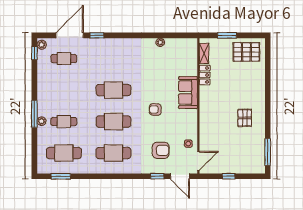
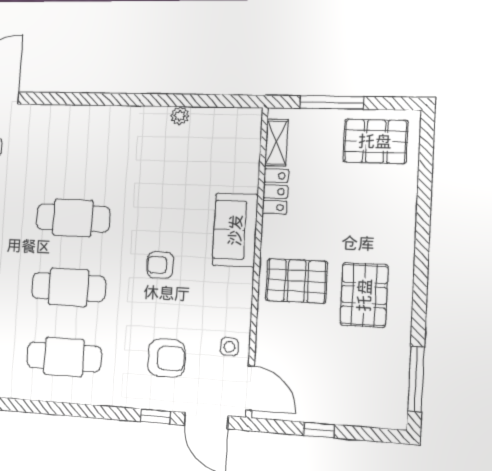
window: (97, 35) -> (46, 99), removed
window: (227, 35) -> (332, 103), width x1.44
pallet: (216, 113) -> (297, 281), added
pallet: (245, 118) -> (364, 295), width x1.50, depth x1.42
door: (198, 161) -> (250, 388), hinge flipped

